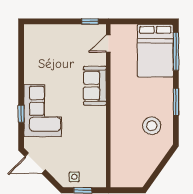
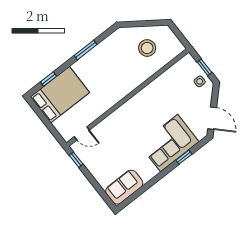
window: (176, 51) -> (49, 79), width x0.46
sofa: (95, 86) -> (124, 187), moved, turned 180
stool: (152, 126) -> (147, 48), moved

